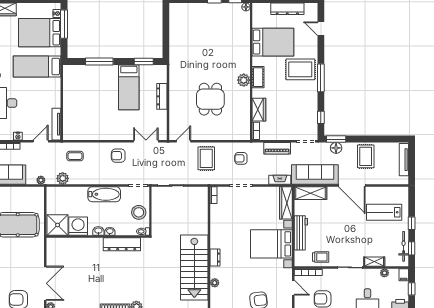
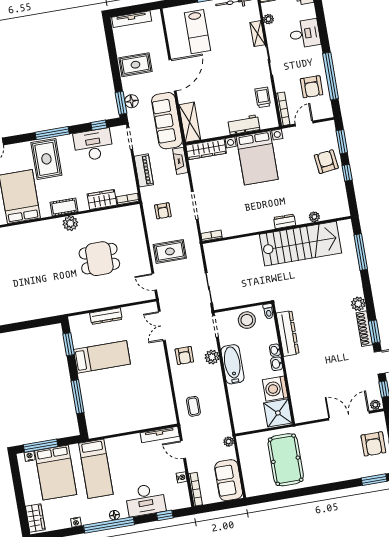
desk: (305, 110) -> (93, 145), added
plant: (63, 178) -> (212, 357), moved
workbench: (301, 233) -> (244, 125), width x0.73

